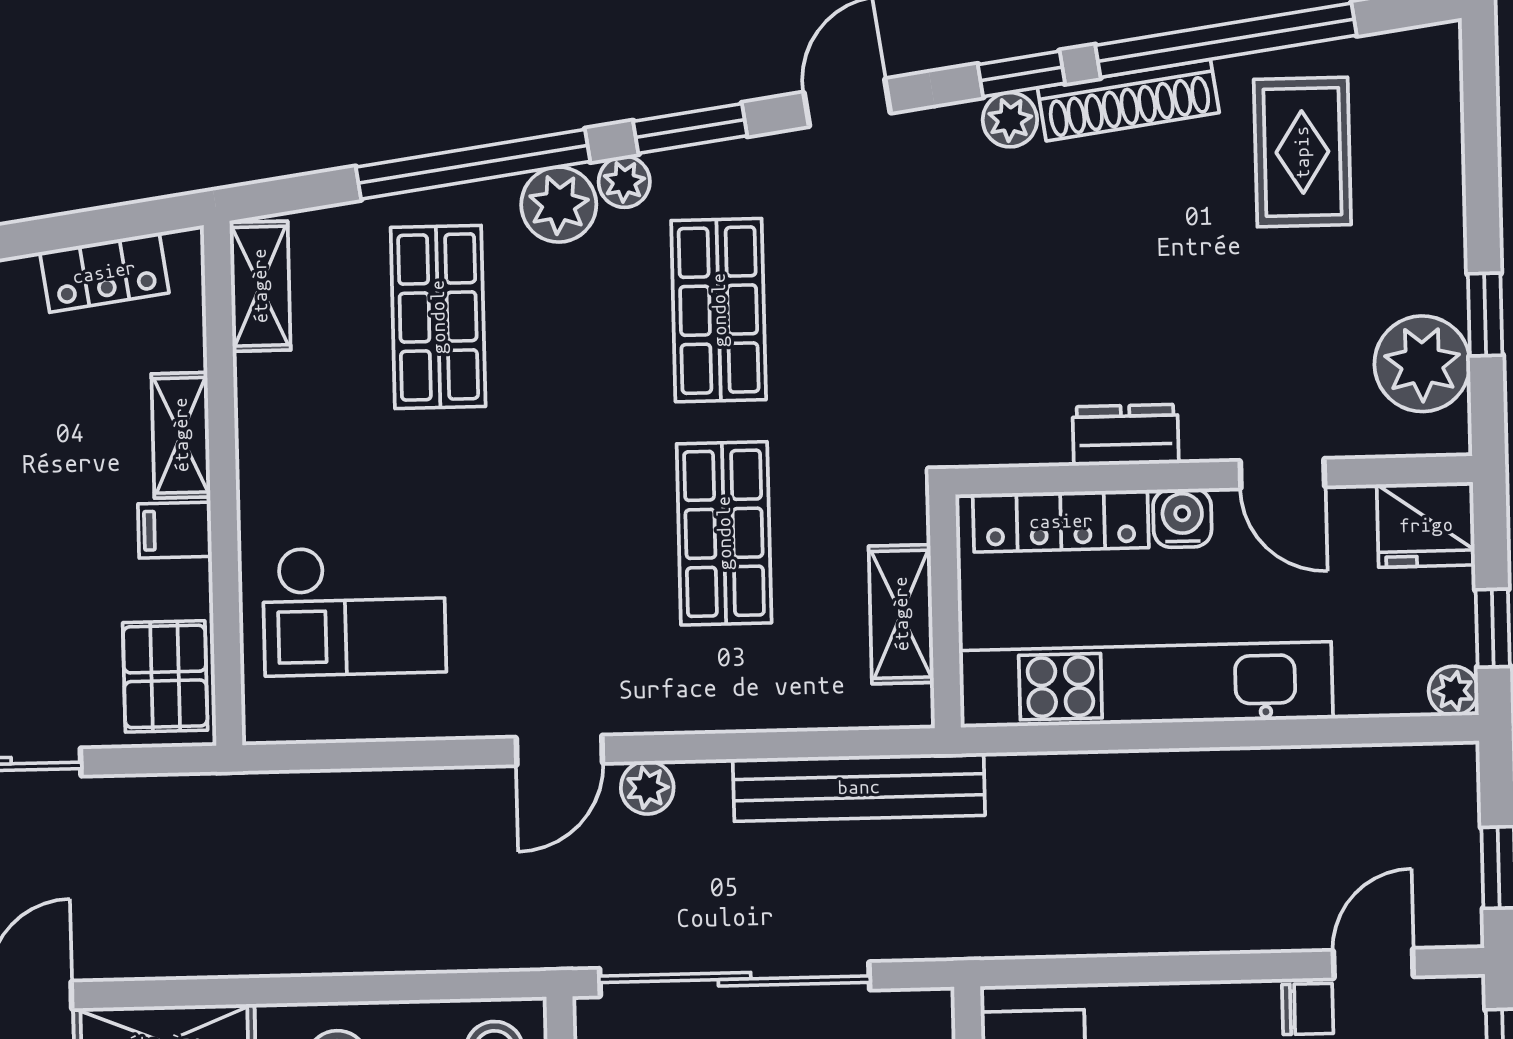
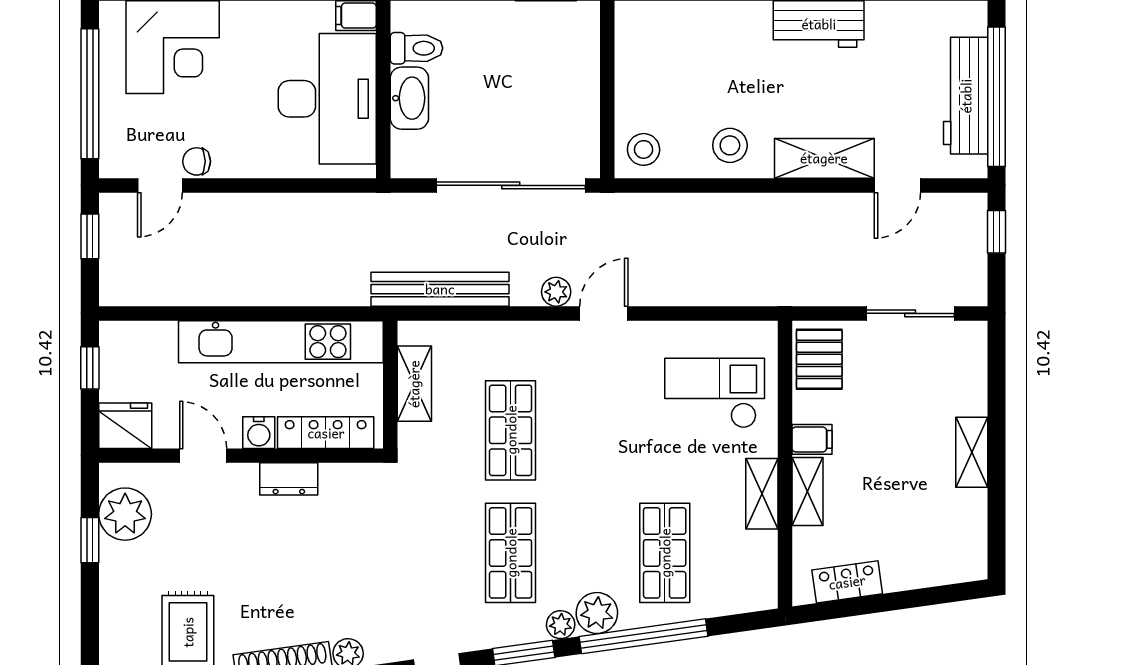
shelving: (260, 286) -> (762, 494), moved
plant: (1453, 691) -> (112, 334), removed

